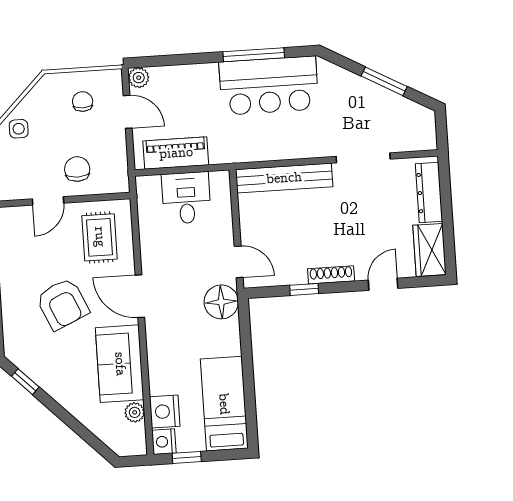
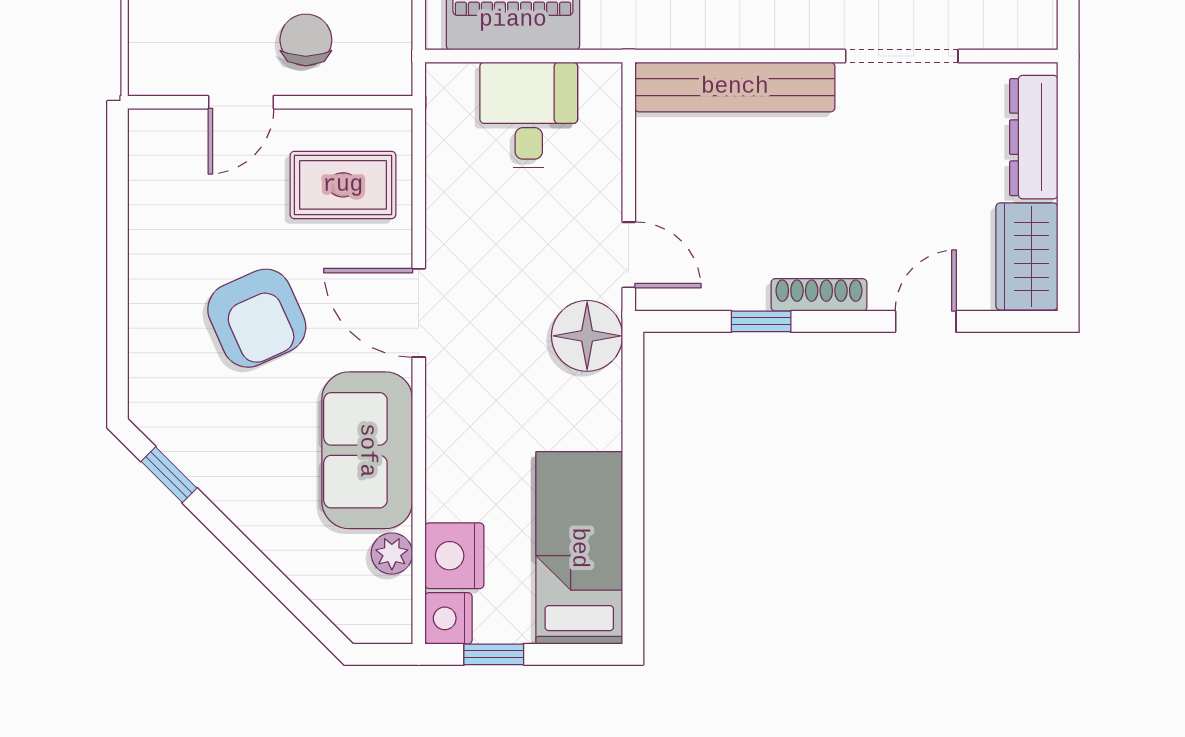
rug: (100, 237) -> (343, 185), turned 90

